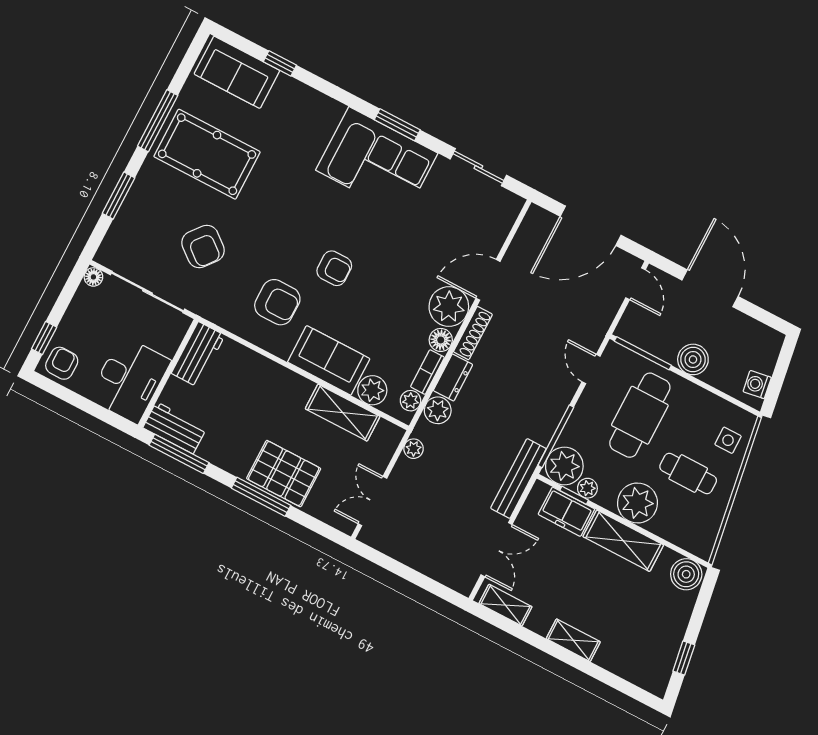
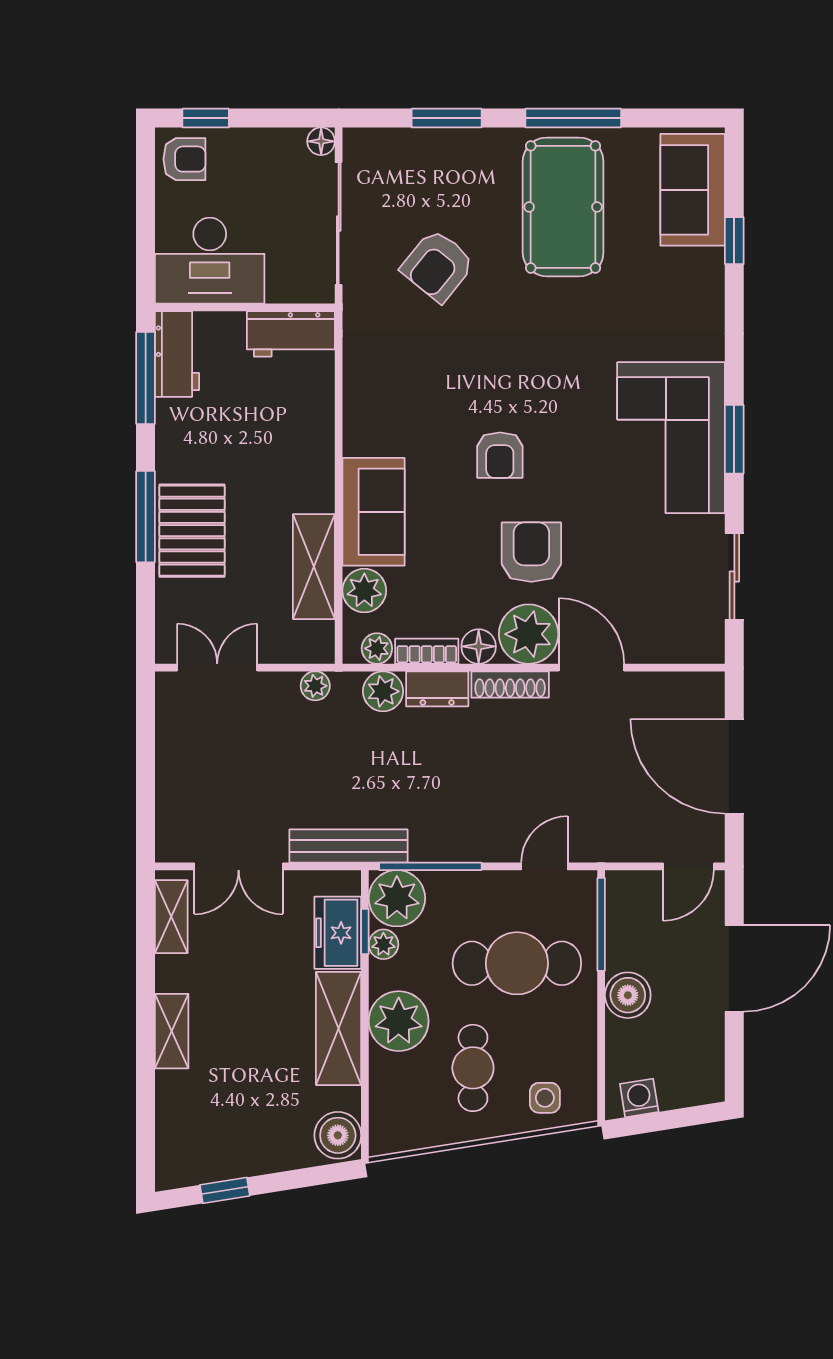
armchair: (277, 302) -> (531, 552), moved, turned 180

